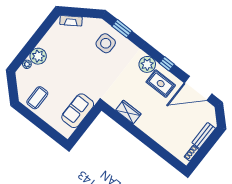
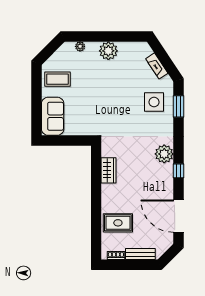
fireplace: (71, 21) -> (157, 66), moved
plant: (38, 56) -> (108, 51), moved
rug: (161, 84) -> (118, 223), moved, turned 90
sofa: (78, 111) -> (53, 116), moved, turned 90

